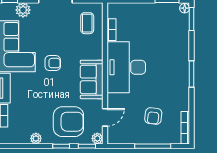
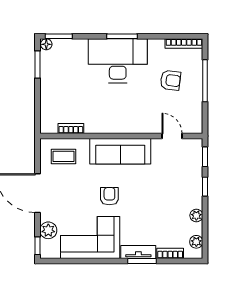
desk: (126, 67) -> (118, 61), moved, turned 180
sofa: (92, 79) -> (120, 151), width x1.36
armchair: (68, 122) -> (177, 178), removed
plant: (97, 138) -> (196, 242), moved

